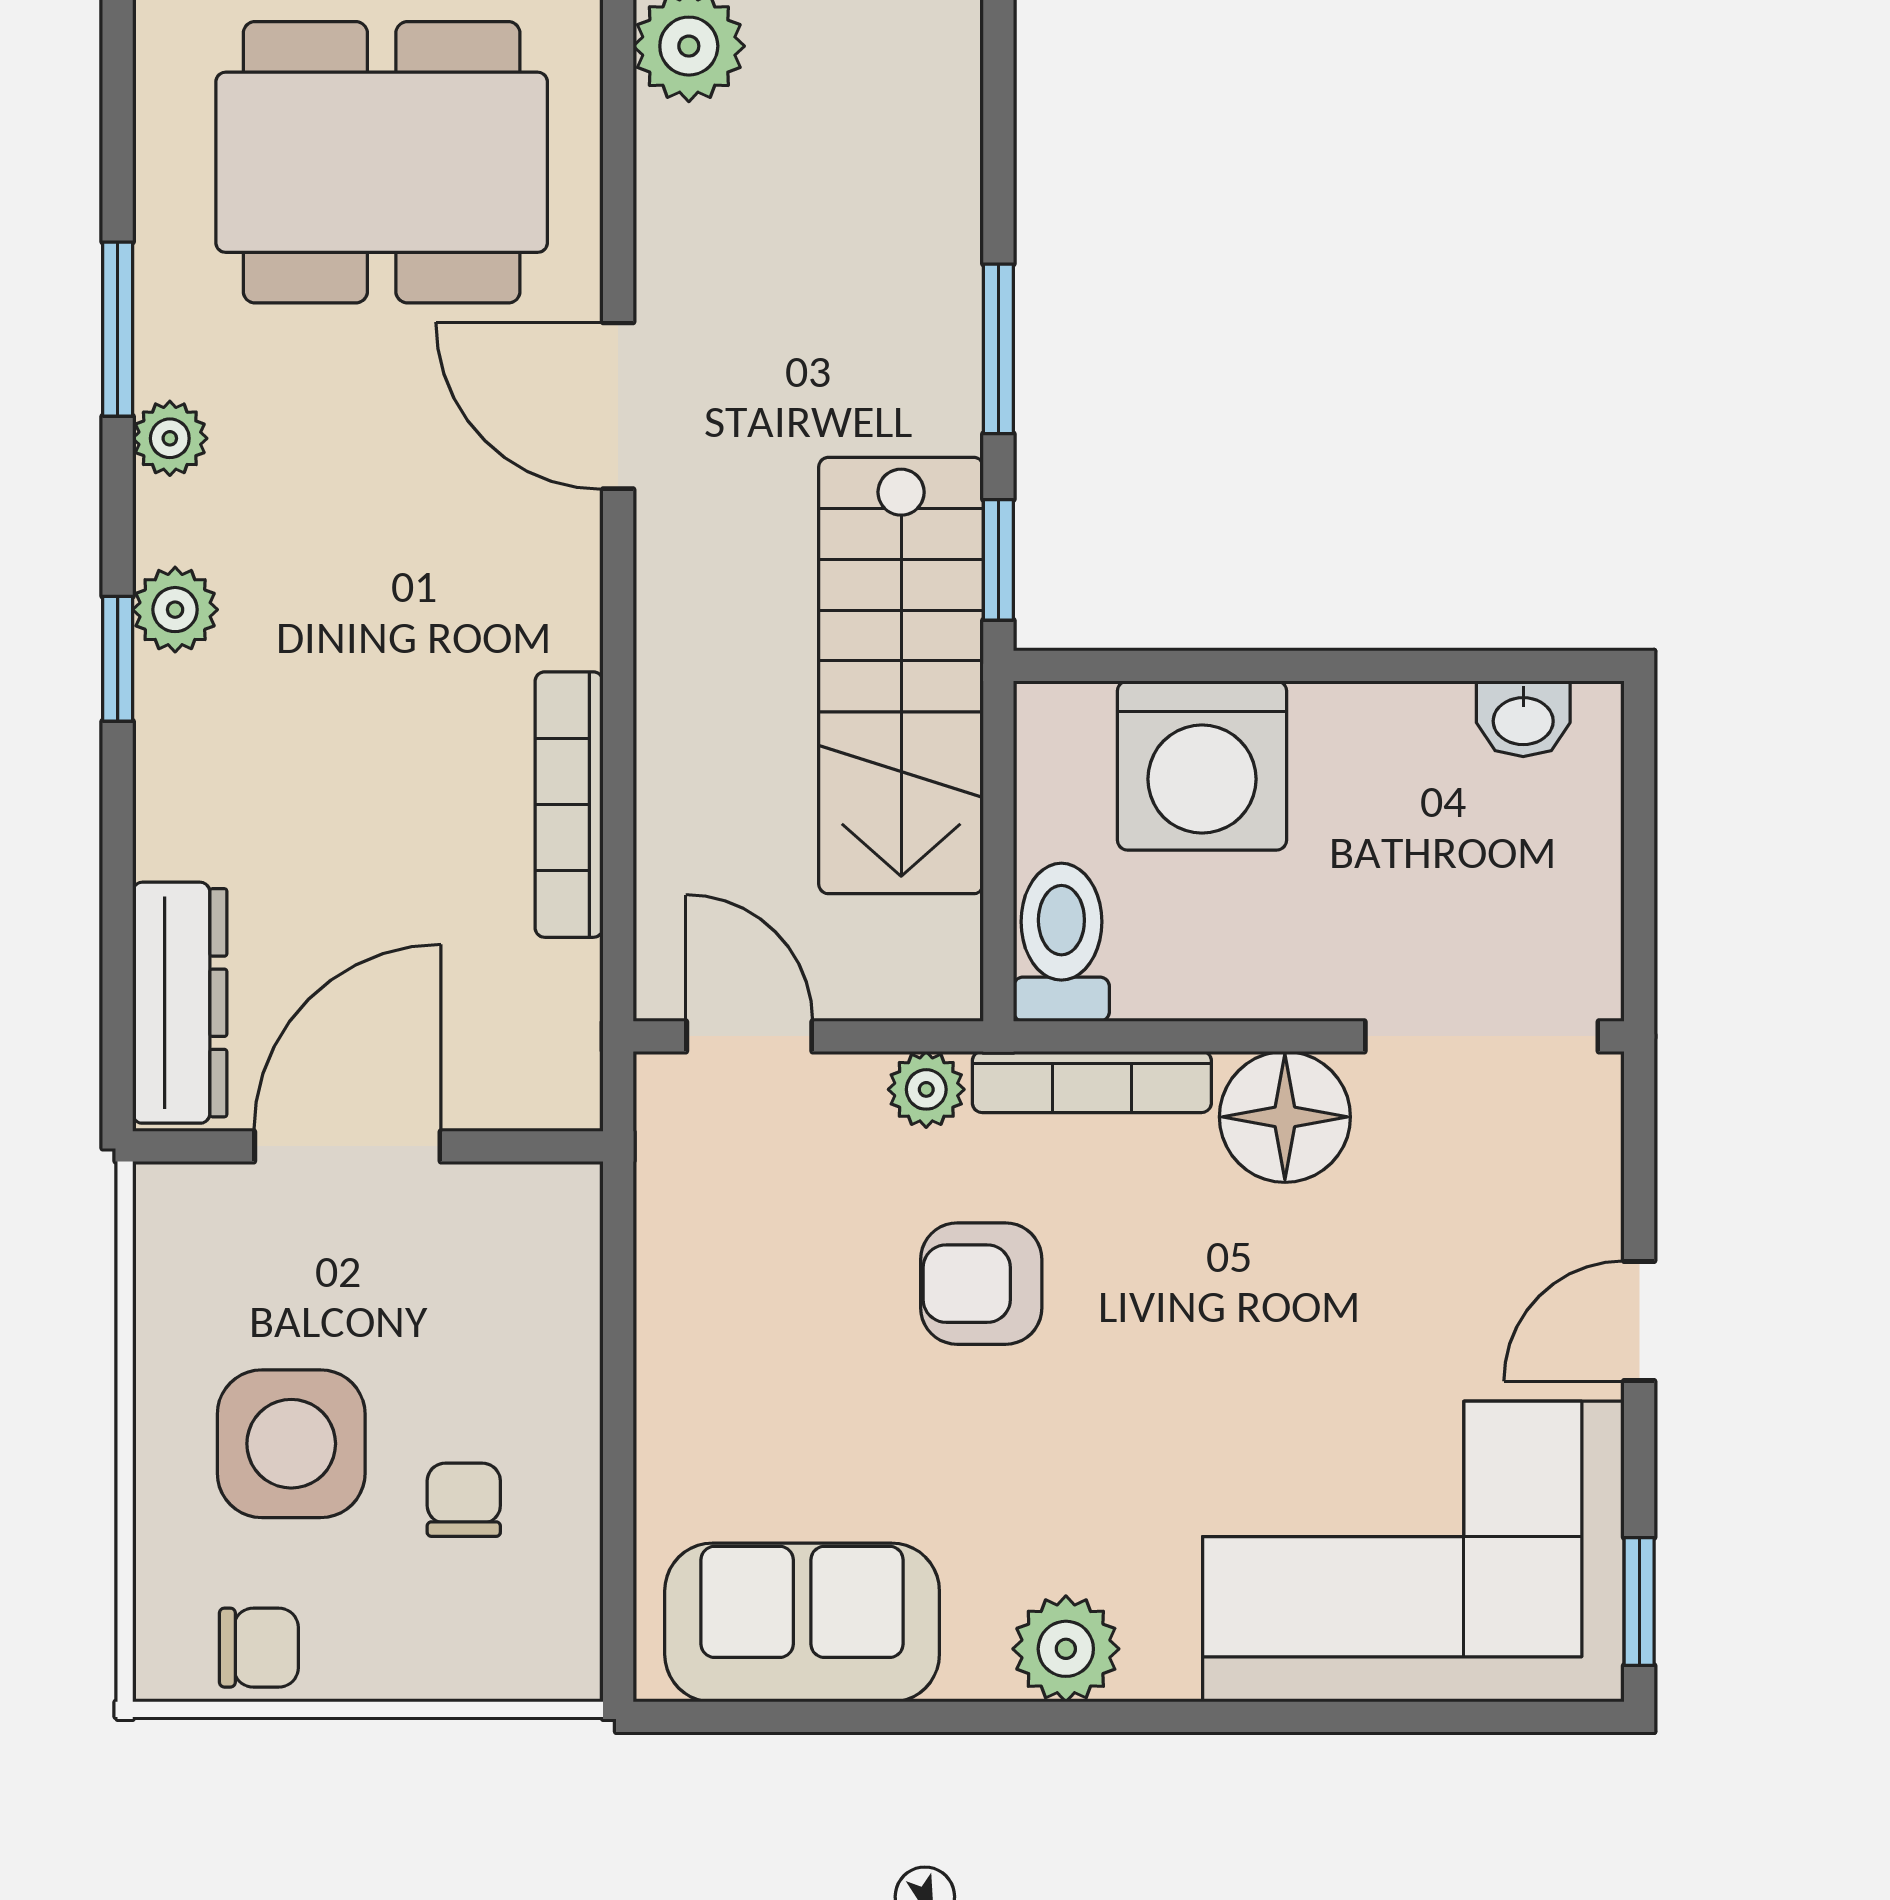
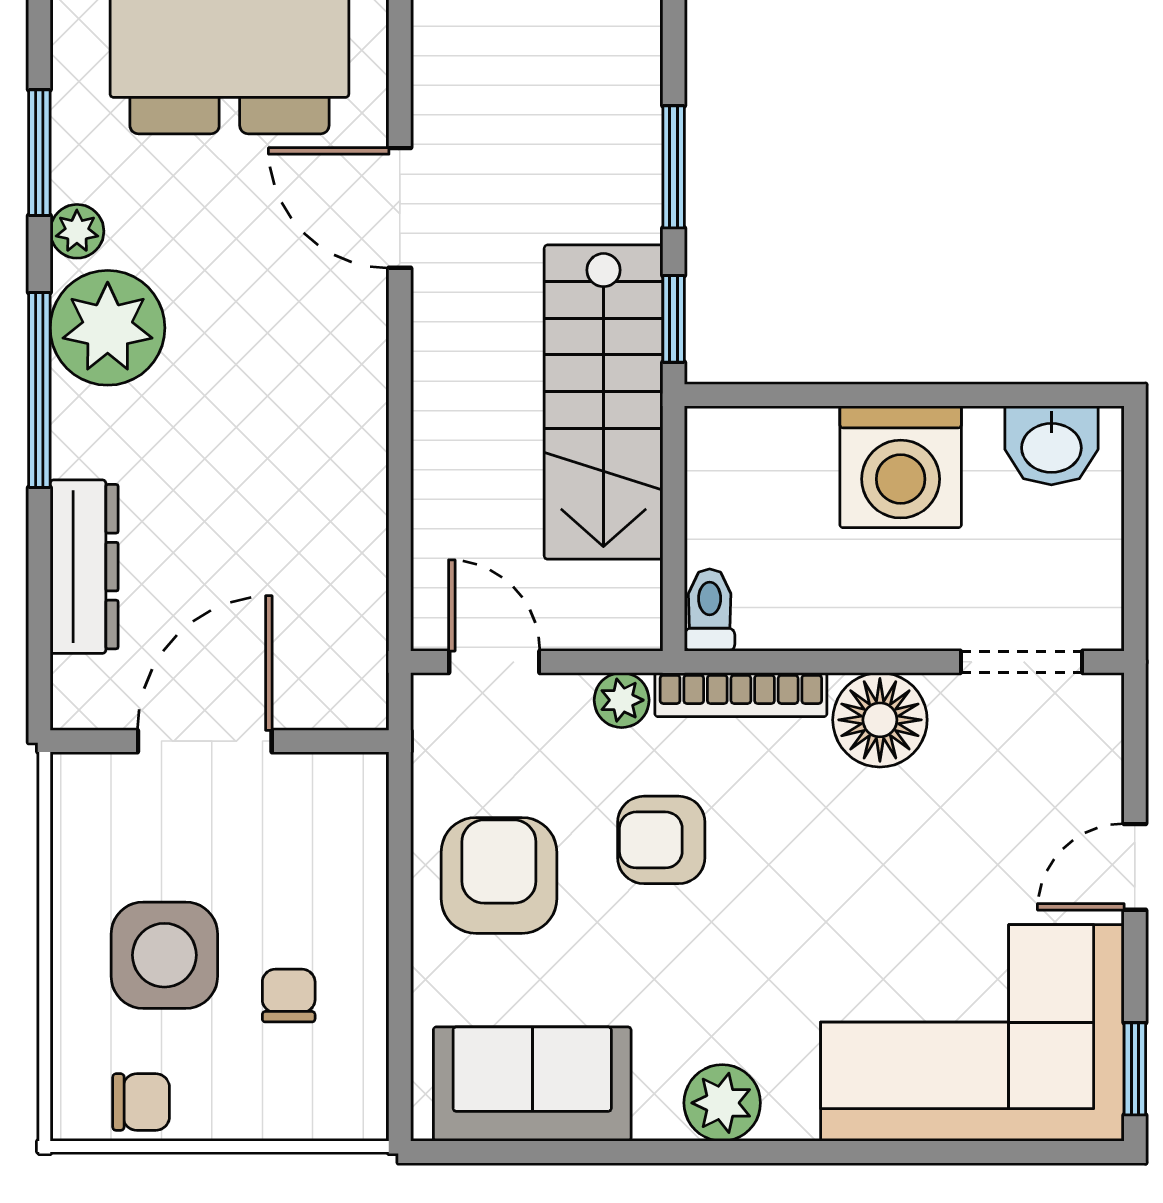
plant: (175, 610) -> (108, 328), width x1.88, depth x1.88
window: (118, 659) -> (39, 390), width x2.17
washbasin: (1523, 719) -> (1051, 445), width x1.38, depth x1.45
washing machine: (1202, 765) -> (901, 467), moved
bookcase: (569, 805) -> (364, 495), removed
toilet: (1061, 942) -> (710, 610), width x0.73, depth x0.72
dresser: (180, 1003) -> (84, 567), moved
doorway: (1482, 1036) -> (1022, 662), width x0.73
armchair: (756, 1333) -> (499, 875), added

